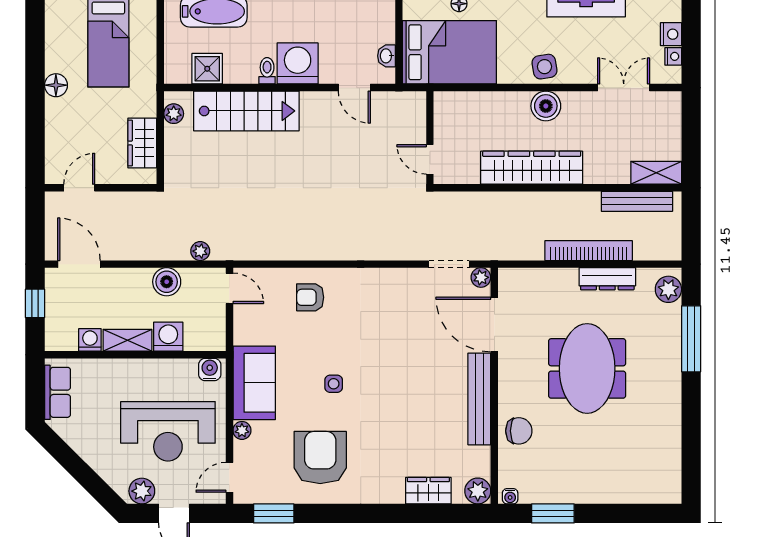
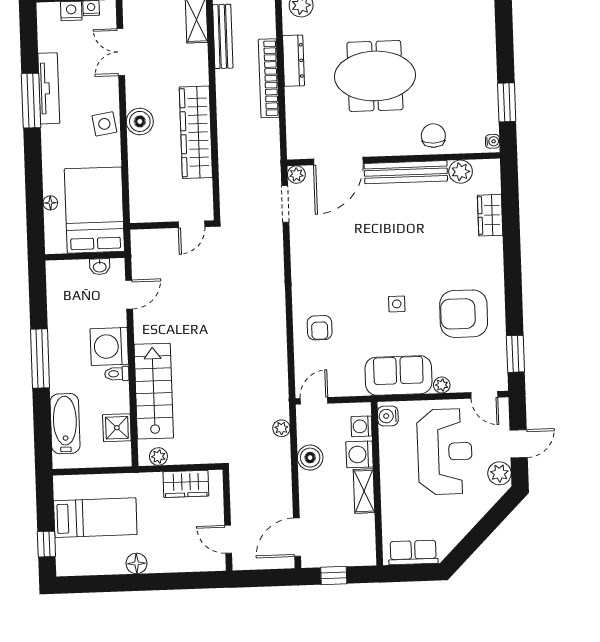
washing machine: (90, 340) -> (361, 426), moved
plant: (478, 491) -> (461, 172), moved

